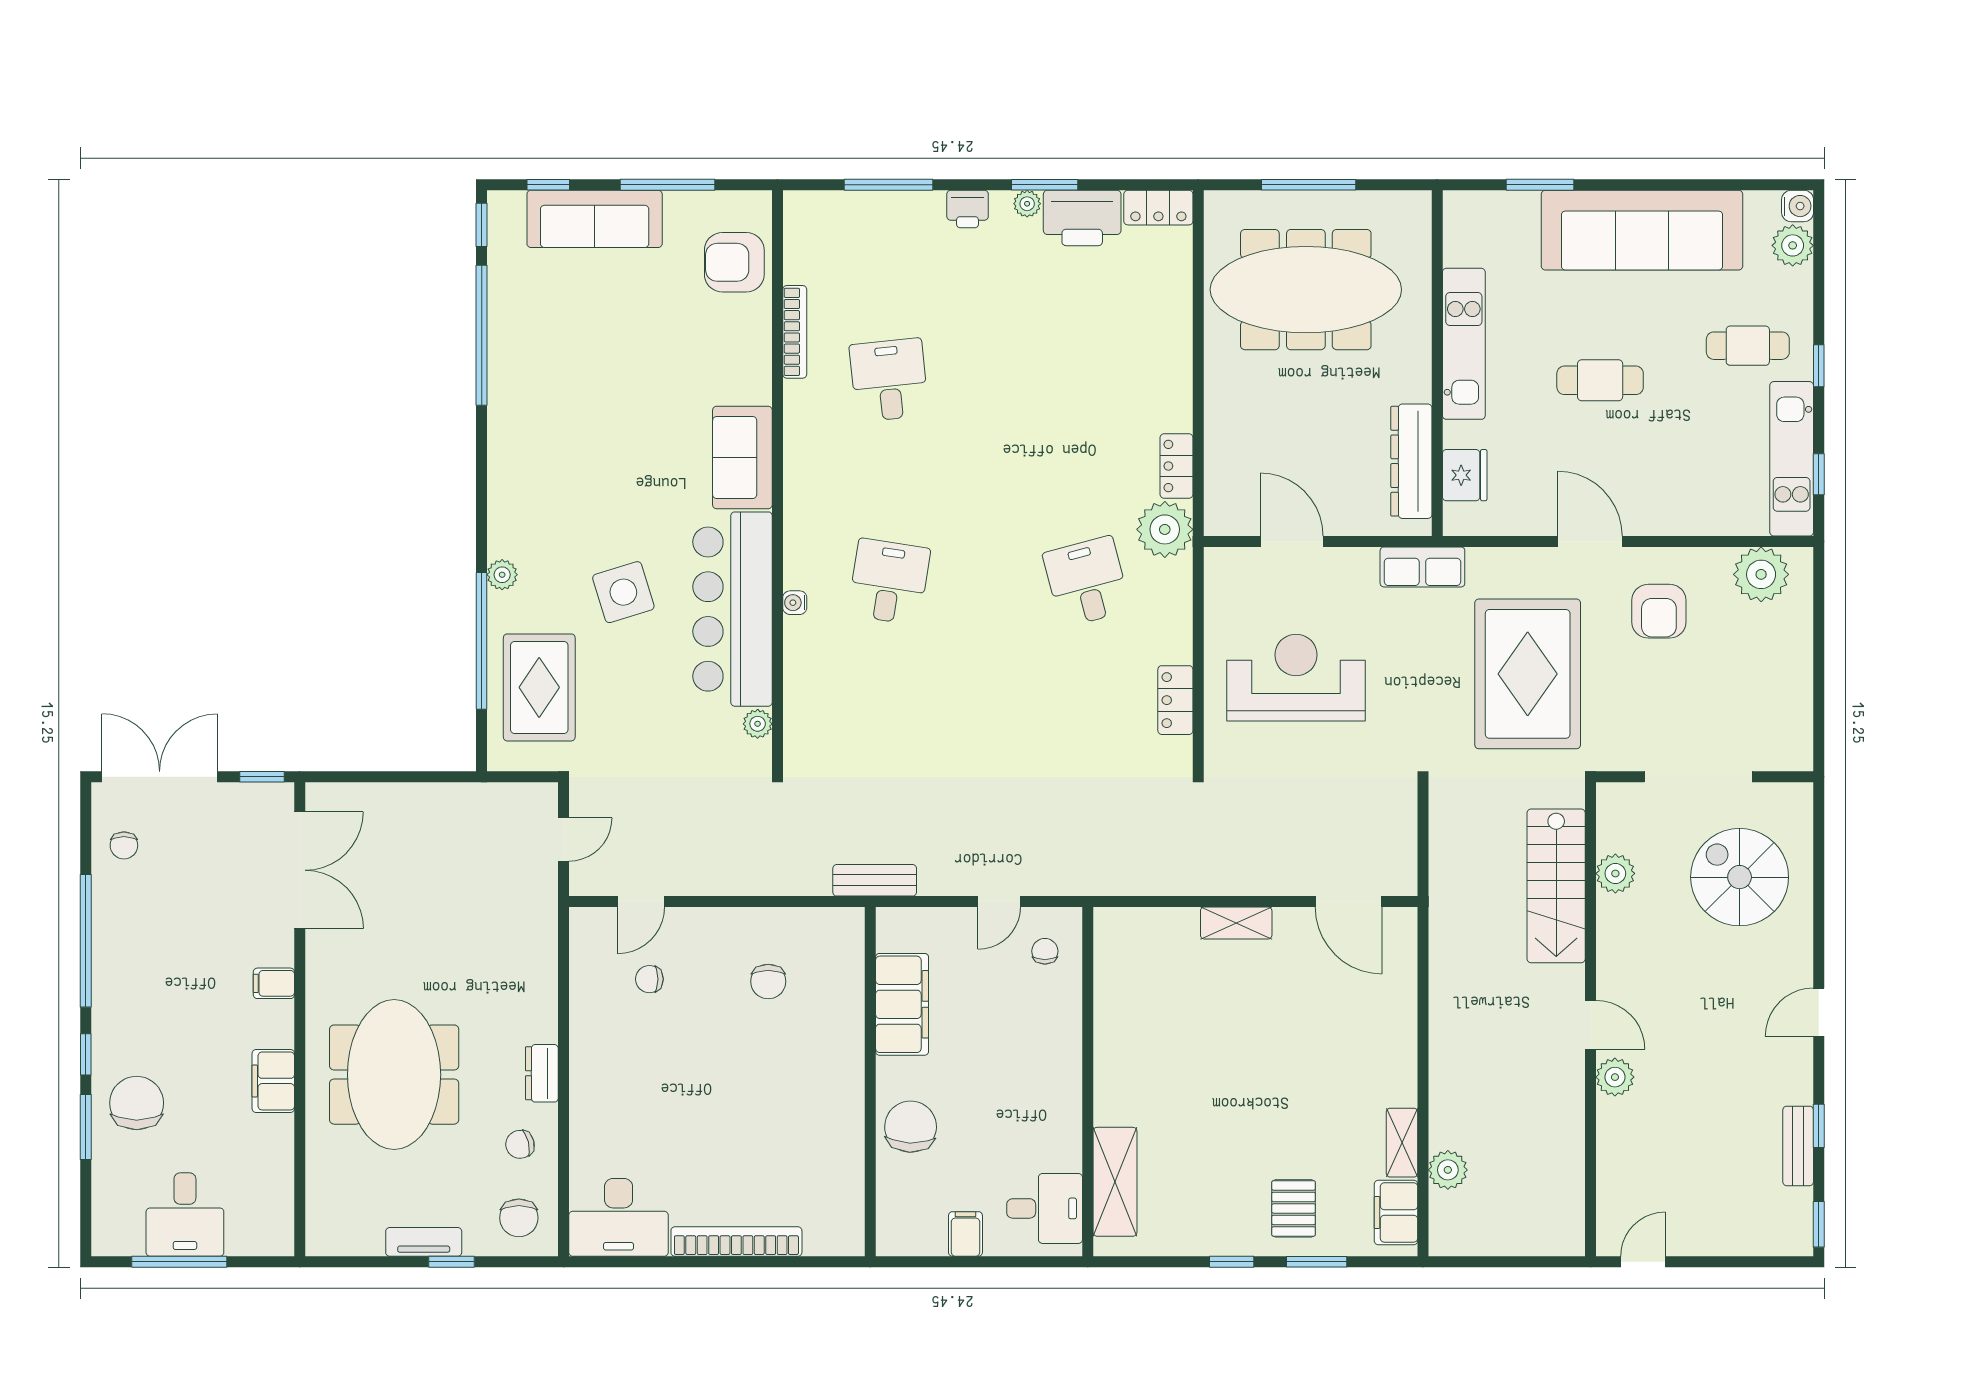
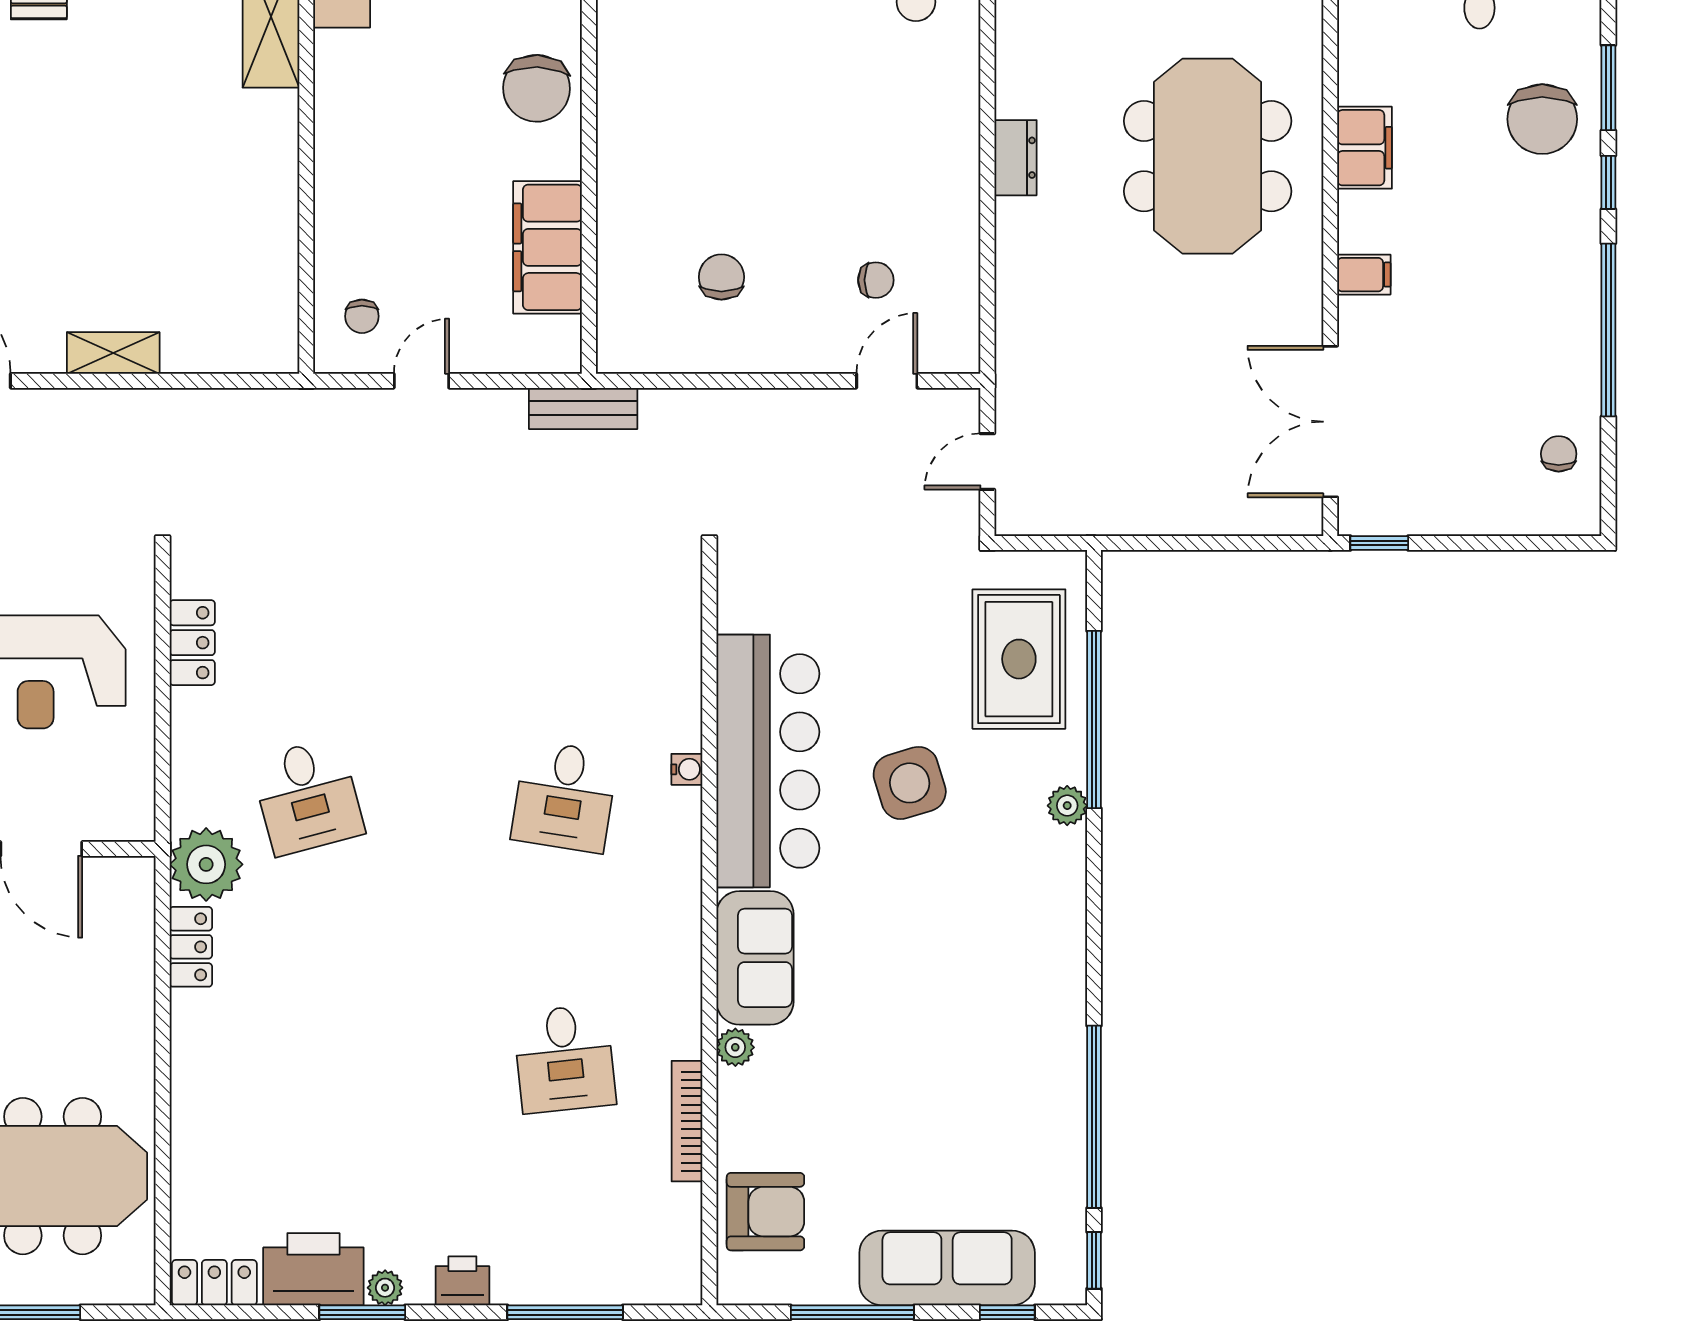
plant: (758, 724) -> (735, 1047), moved
double door: (160, 777) -> (1512, 543), removed
chair: (520, 1144) -> (1044, 65), removed

